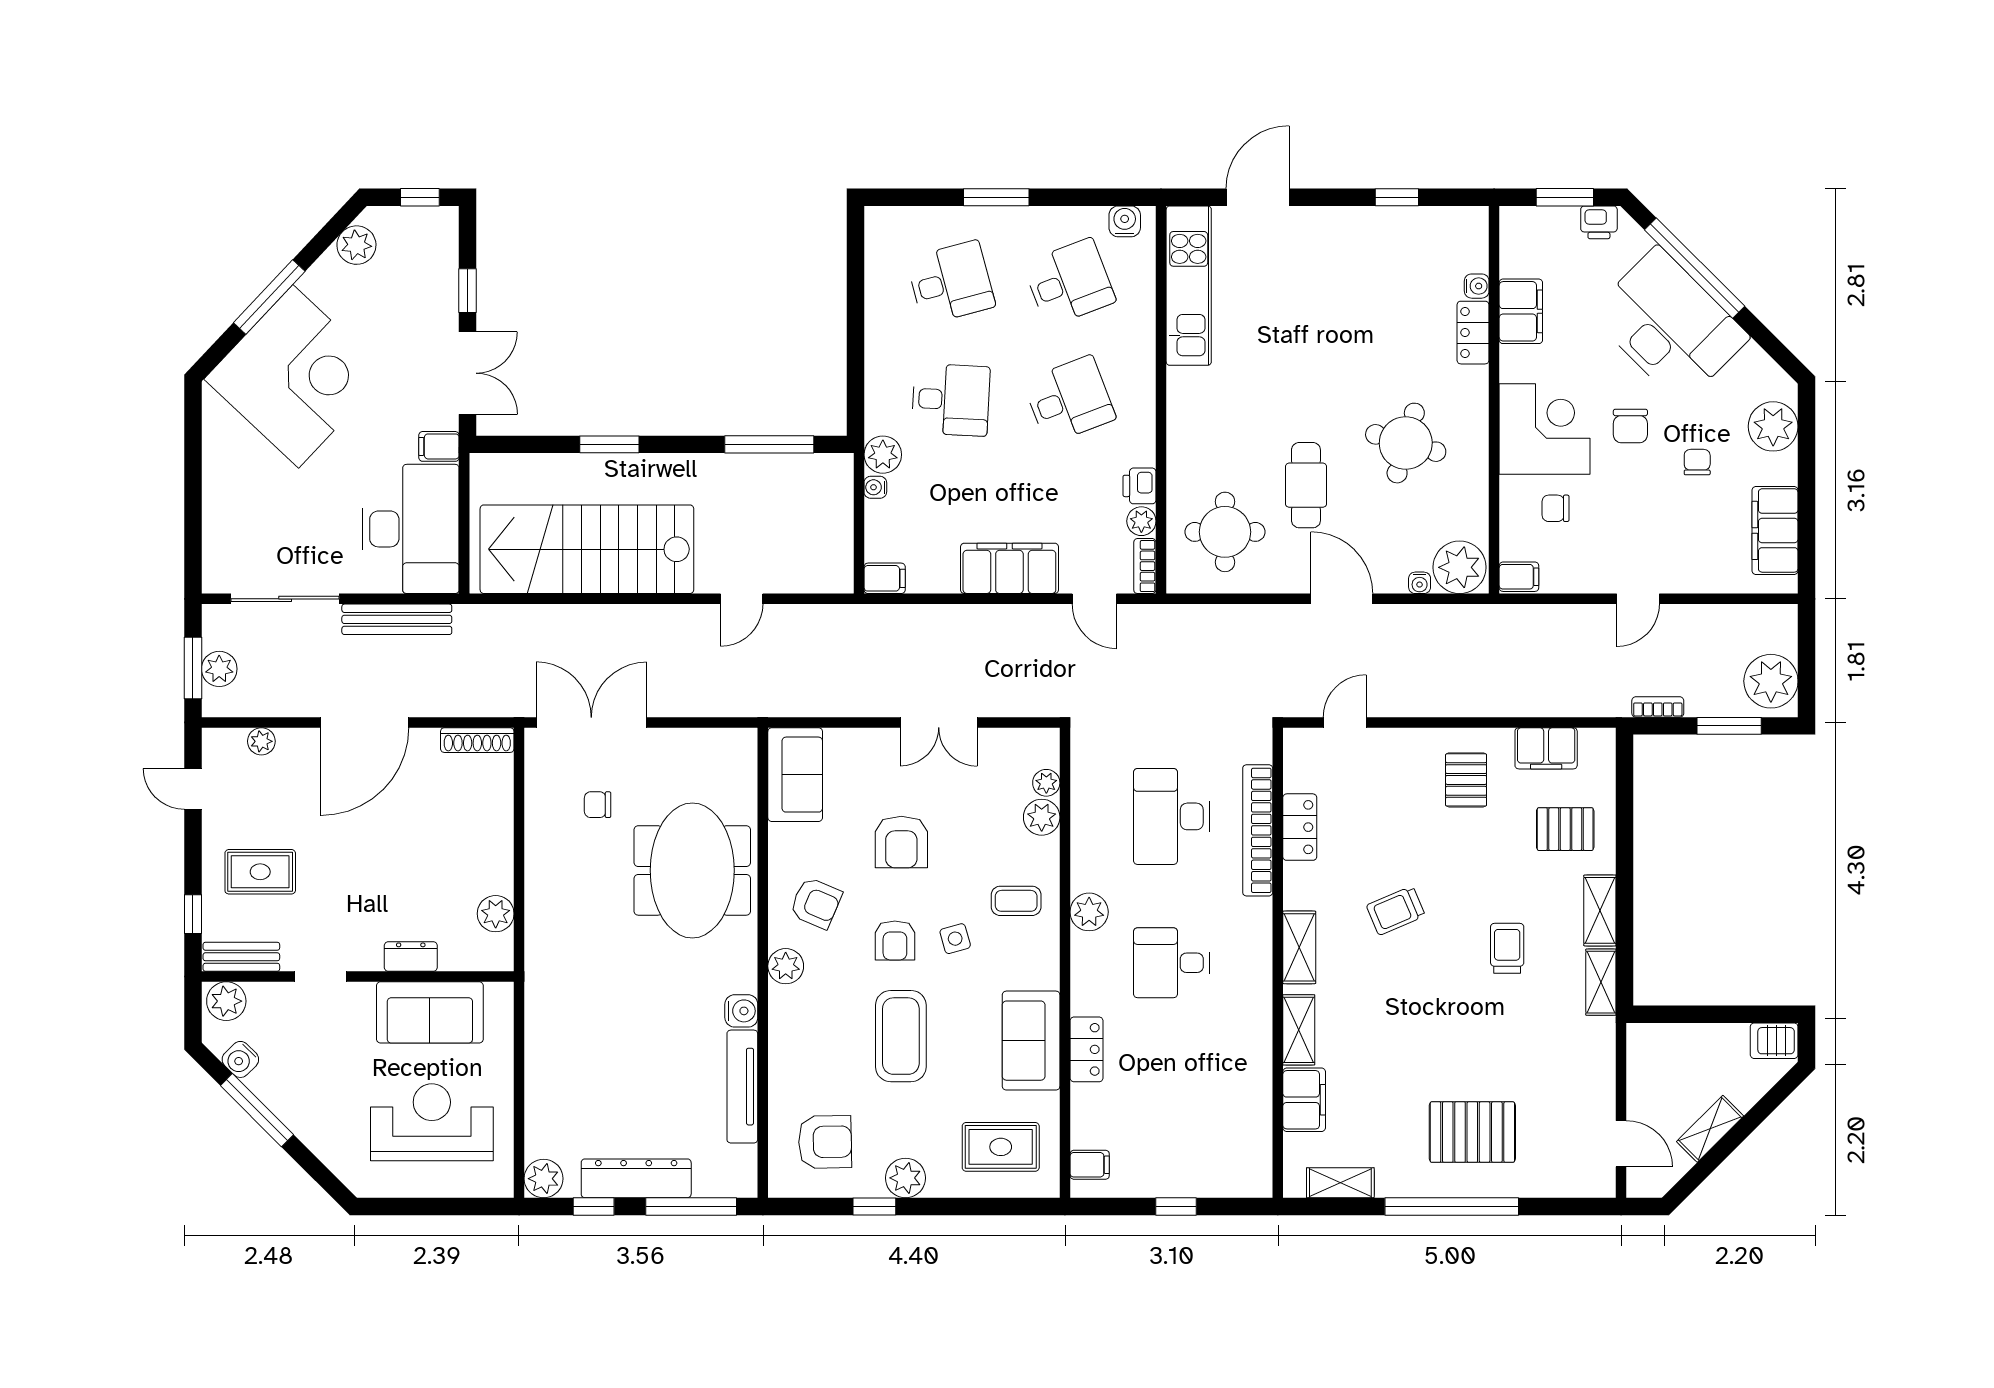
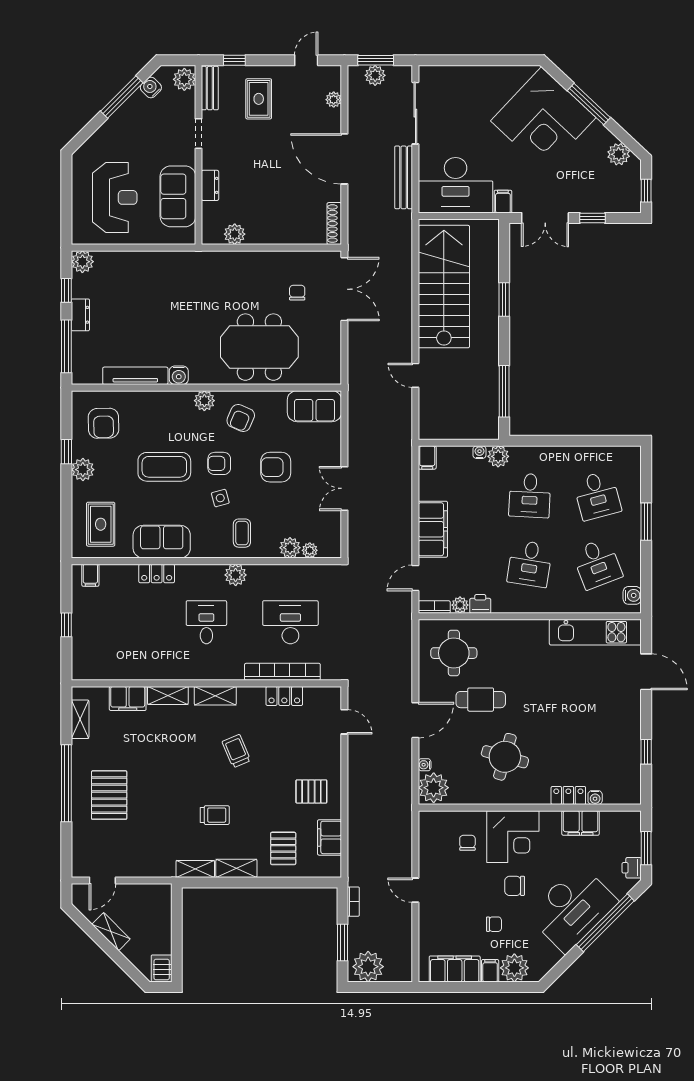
desk: (1069, 400) -> (530, 564), turned 30
filing cabinet: (1519, 577) -> (490, 971), moved, turned 180
dresser: (636, 1178) -> (80, 315), width x0.51, depth x0.80

